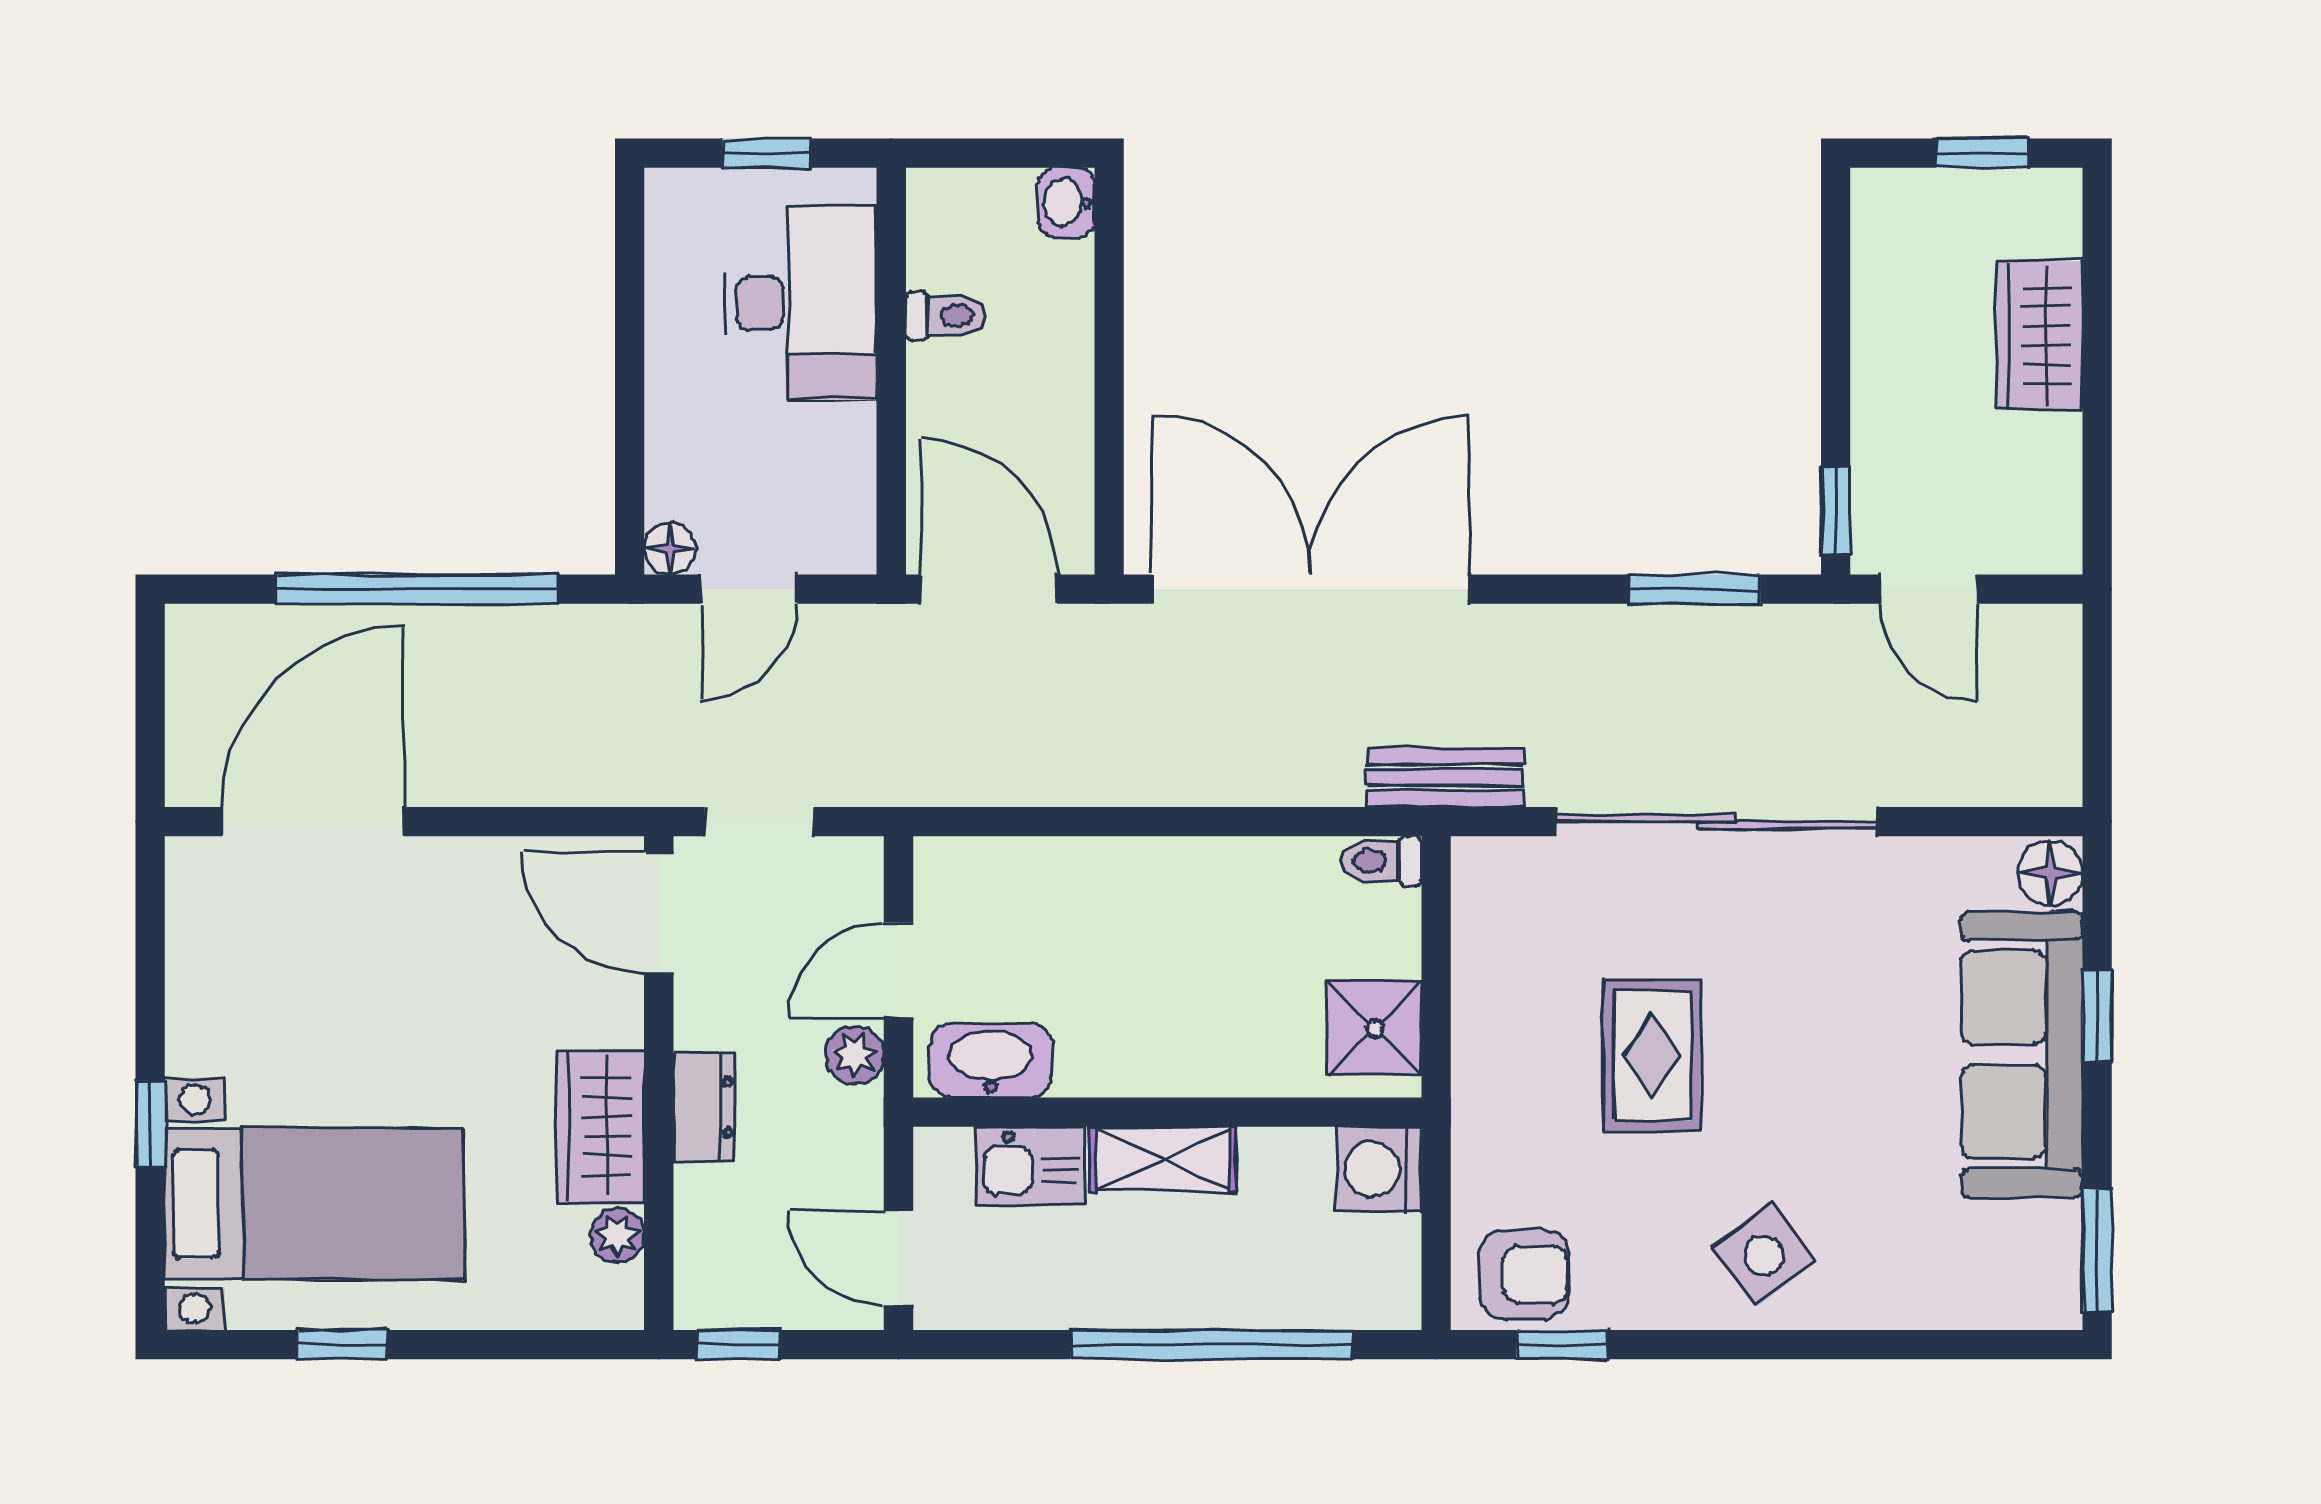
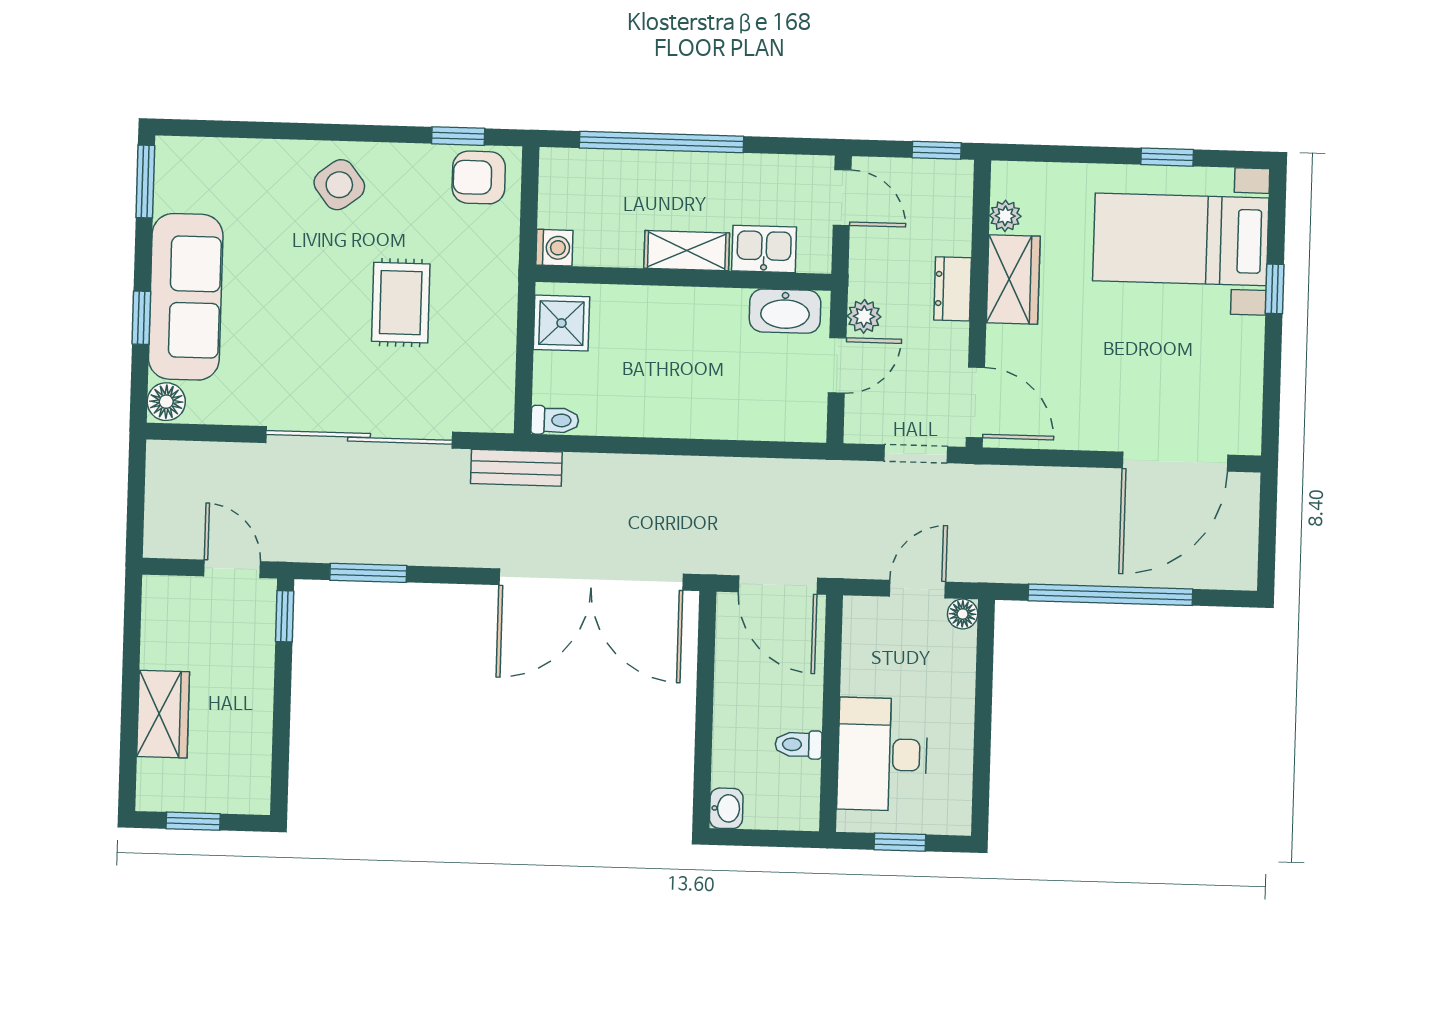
washing machine: (1379, 1169) -> (554, 248), width x0.73, depth x0.73

